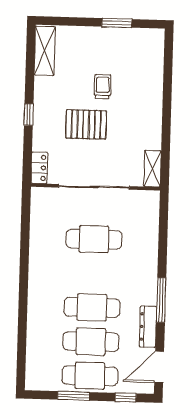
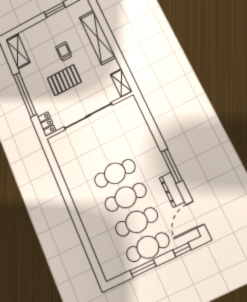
shelving: (152, 93) -> (97, 37), added
window: (29, 114) -> (25, 95), width x3.17
cafe table: (94, 239) -> (115, 173), moved

